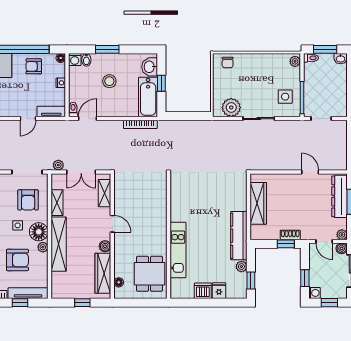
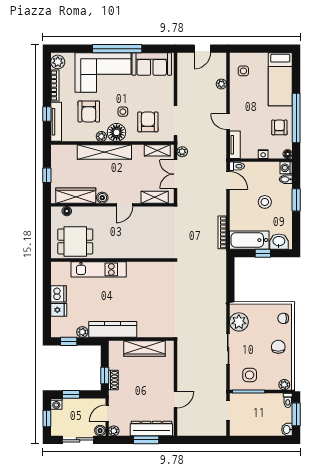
chair: (256, 67) -> (278, 347), added
armchair: (28, 200) -> (148, 122), turned 90
shelving: (57, 203) -> (157, 150), moved

